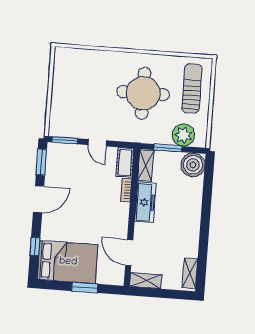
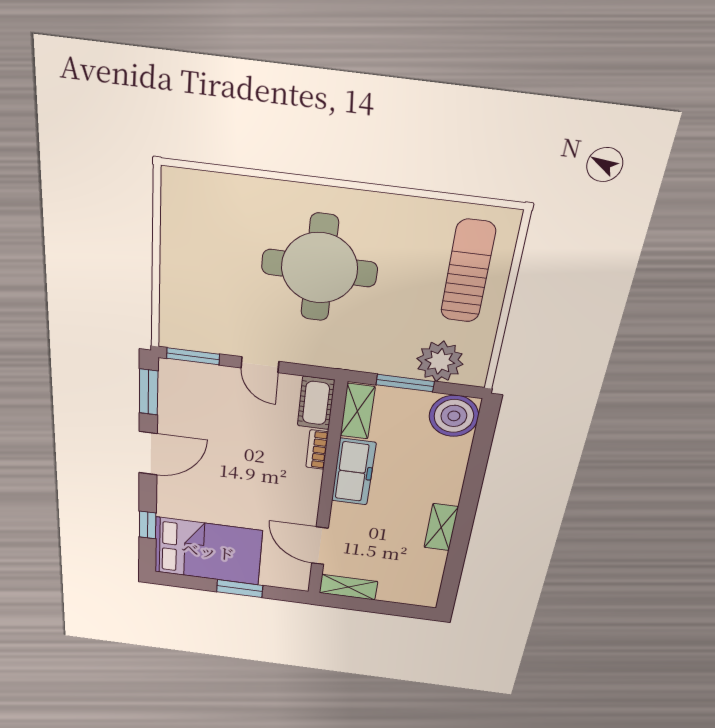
round table: (143, 93) -> (319, 268), moved
shelving: (190, 273) -> (441, 527), moved

